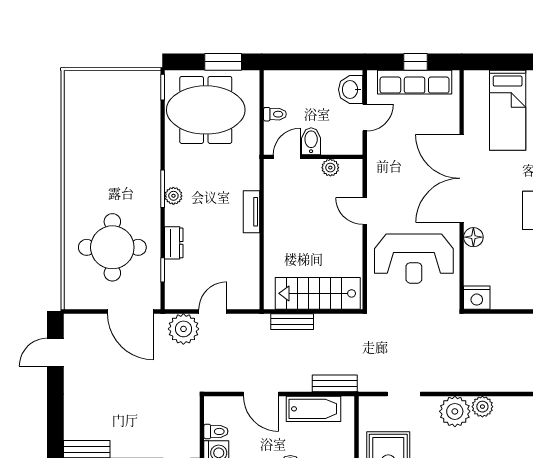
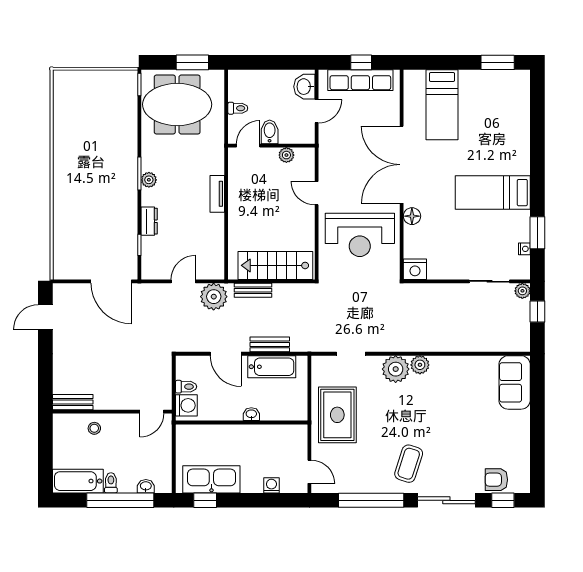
round table: (112, 247) -> (95, 225), removed
plant: (183, 329) -> (214, 297), moved
bench: (335, 383) -> (270, 344), moved

